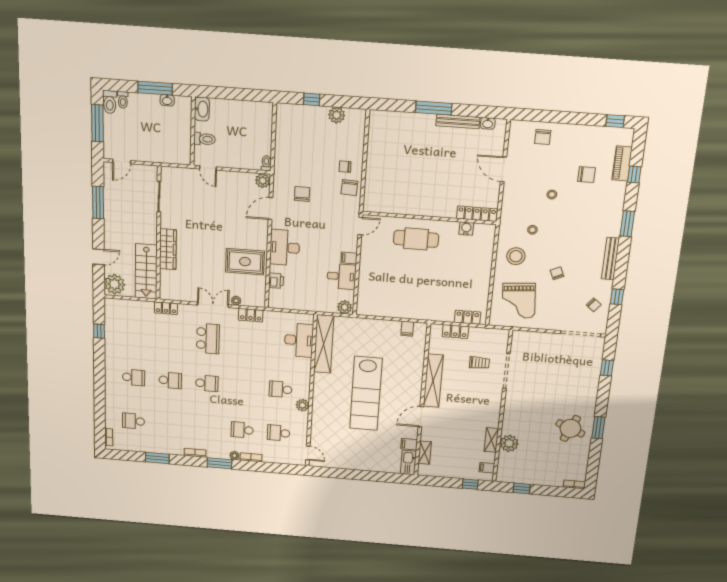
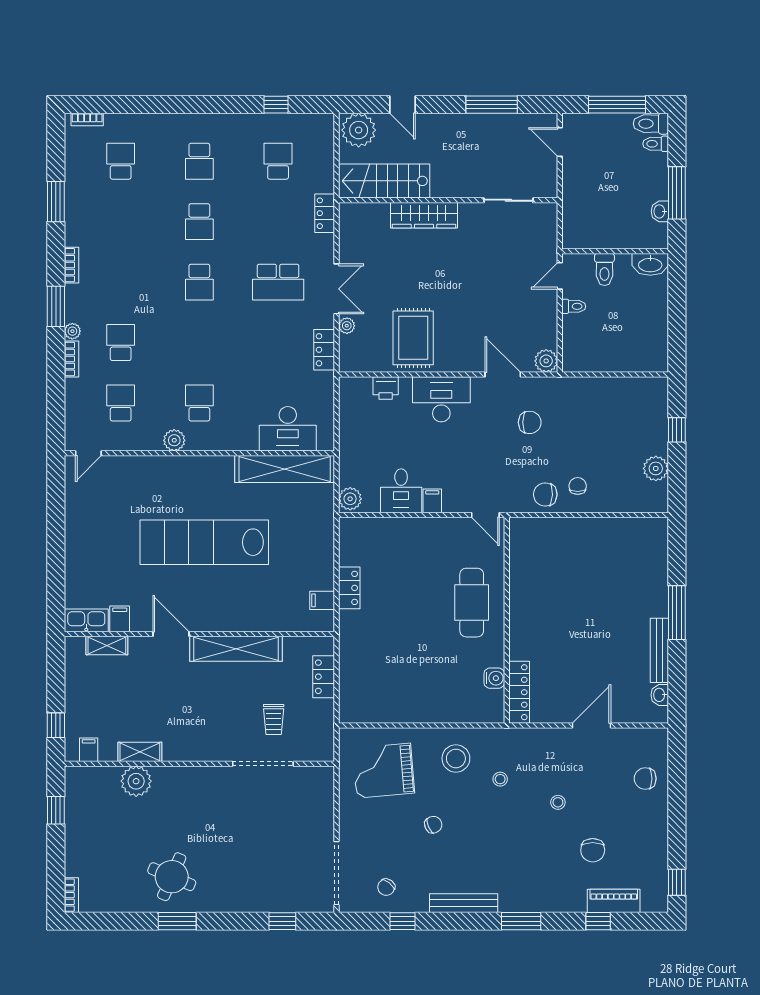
toilet: (266, 163) -> (574, 306), moved
locker: (468, 317) -> (349, 588), moved
school desk: (134, 333) -> (278, 161), added

